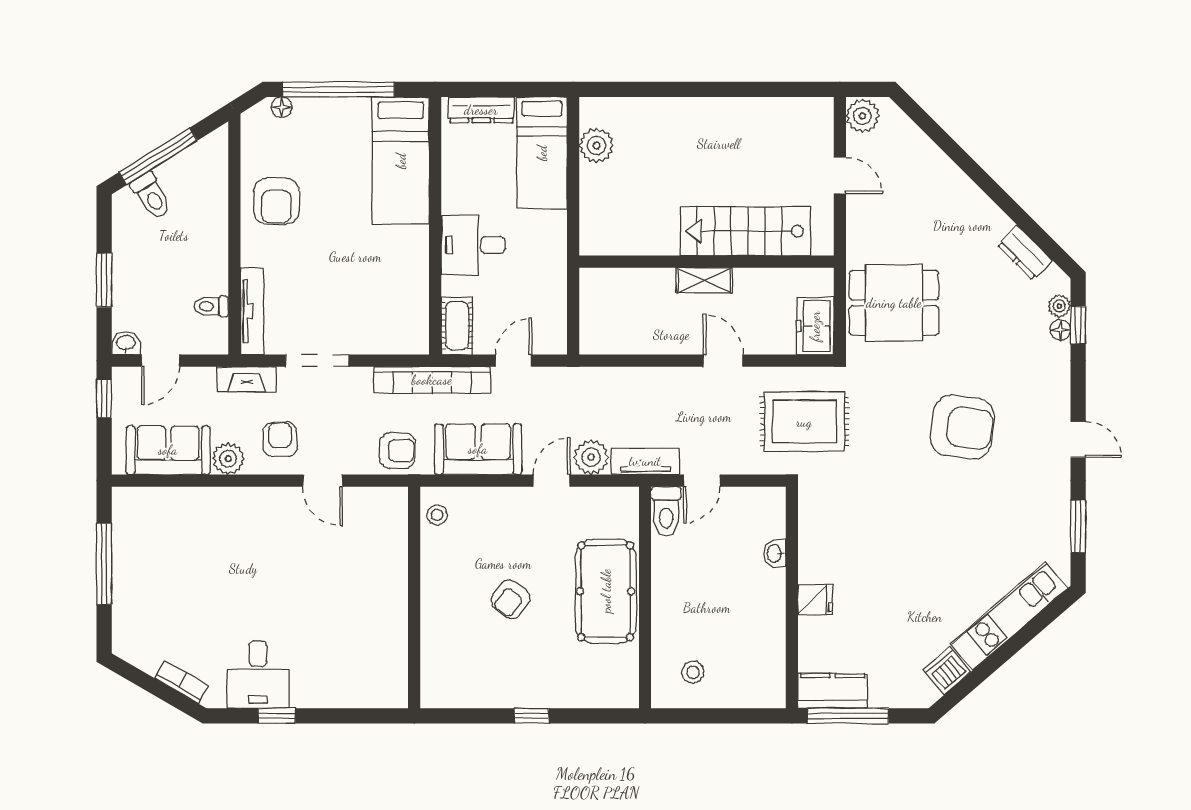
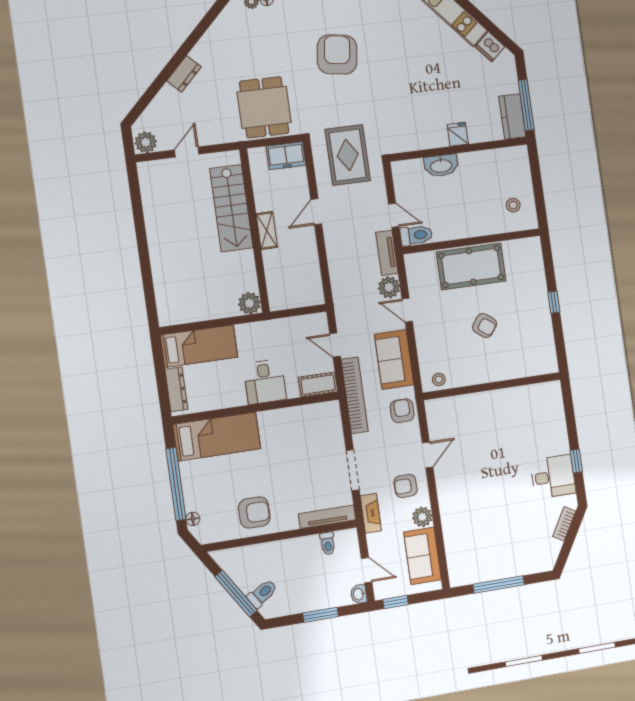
plant: (596, 145) -> (249, 303), moved
dresser: (1025, 253) -> (184, 74), moved
washbasin: (775, 553) -> (441, 165), width x1.91, depth x1.45

